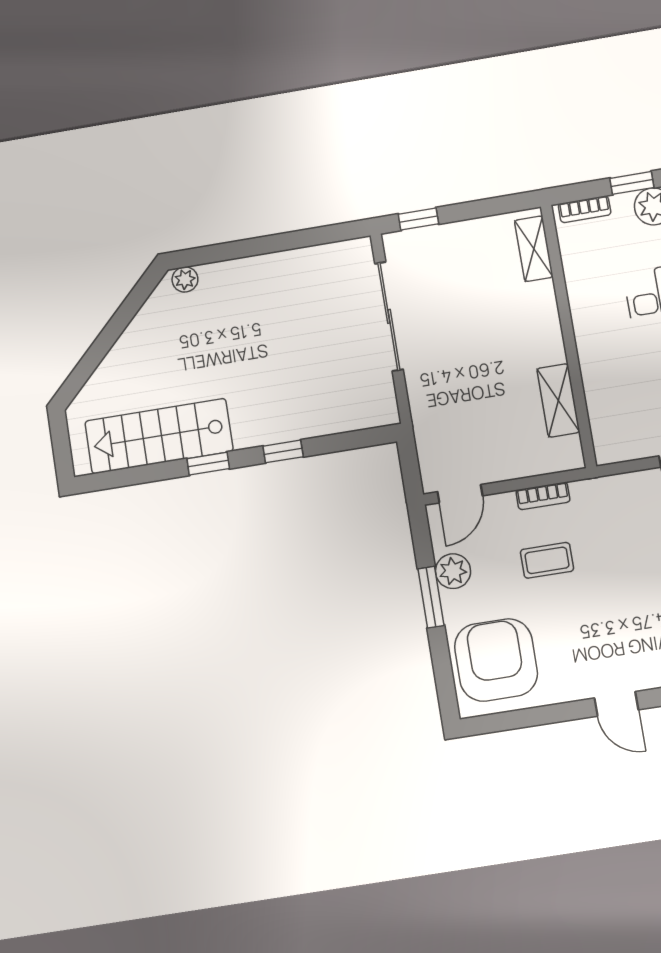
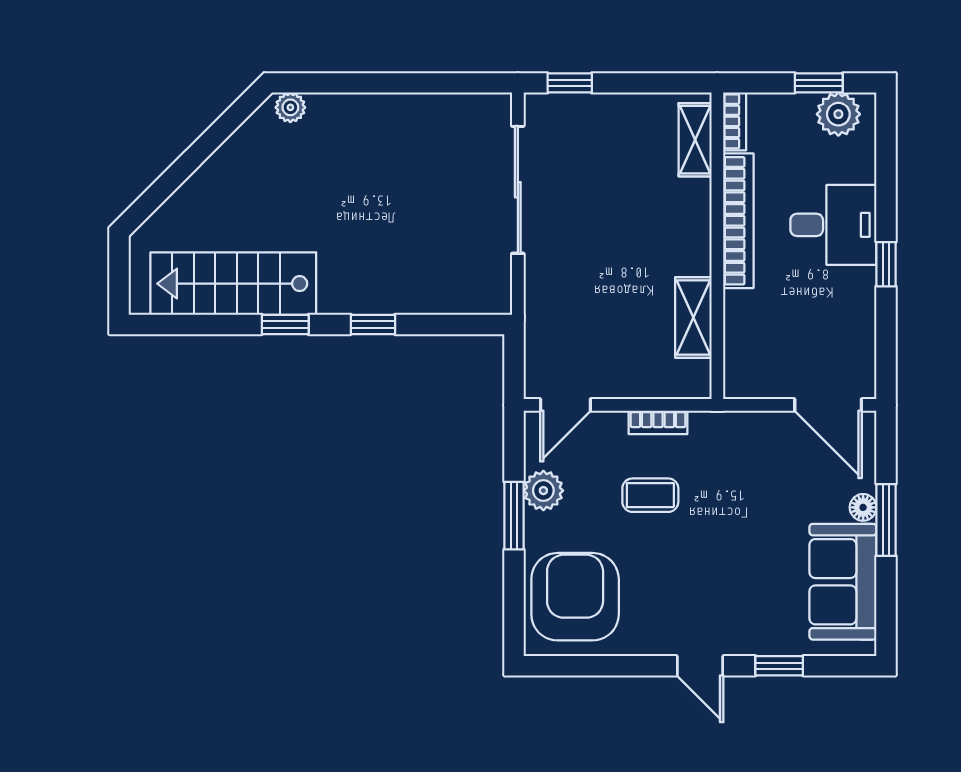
bookcase: (585, 209) -> (735, 121), moved, turned -90
bookcase: (583, 311) -> (738, 221), added

